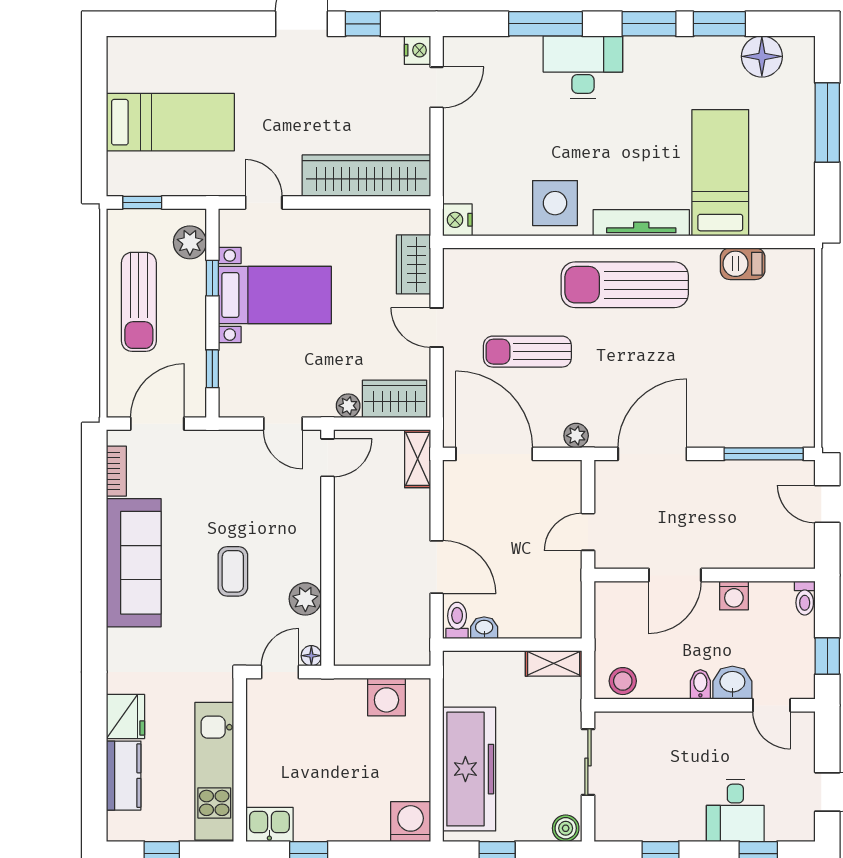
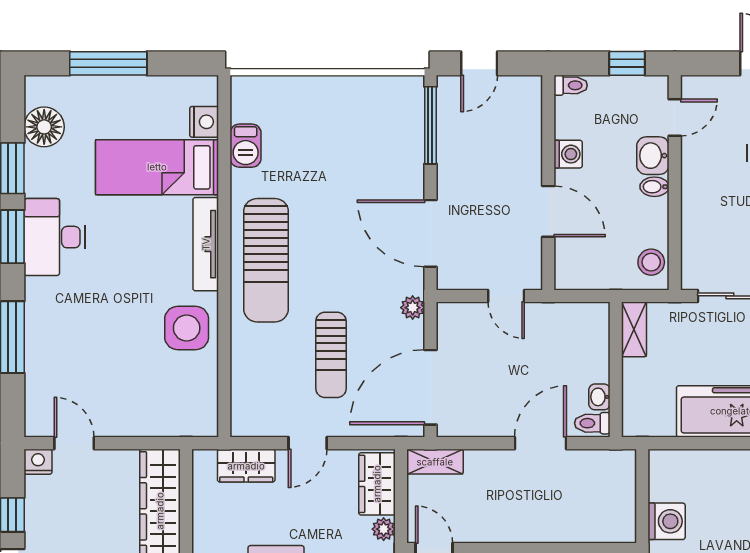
desk: (583, 67) -> (54, 237), moved
nightstand: (457, 220) -> (204, 122), moved, turned -90
washing machine: (386, 697) -> (667, 521), moved

